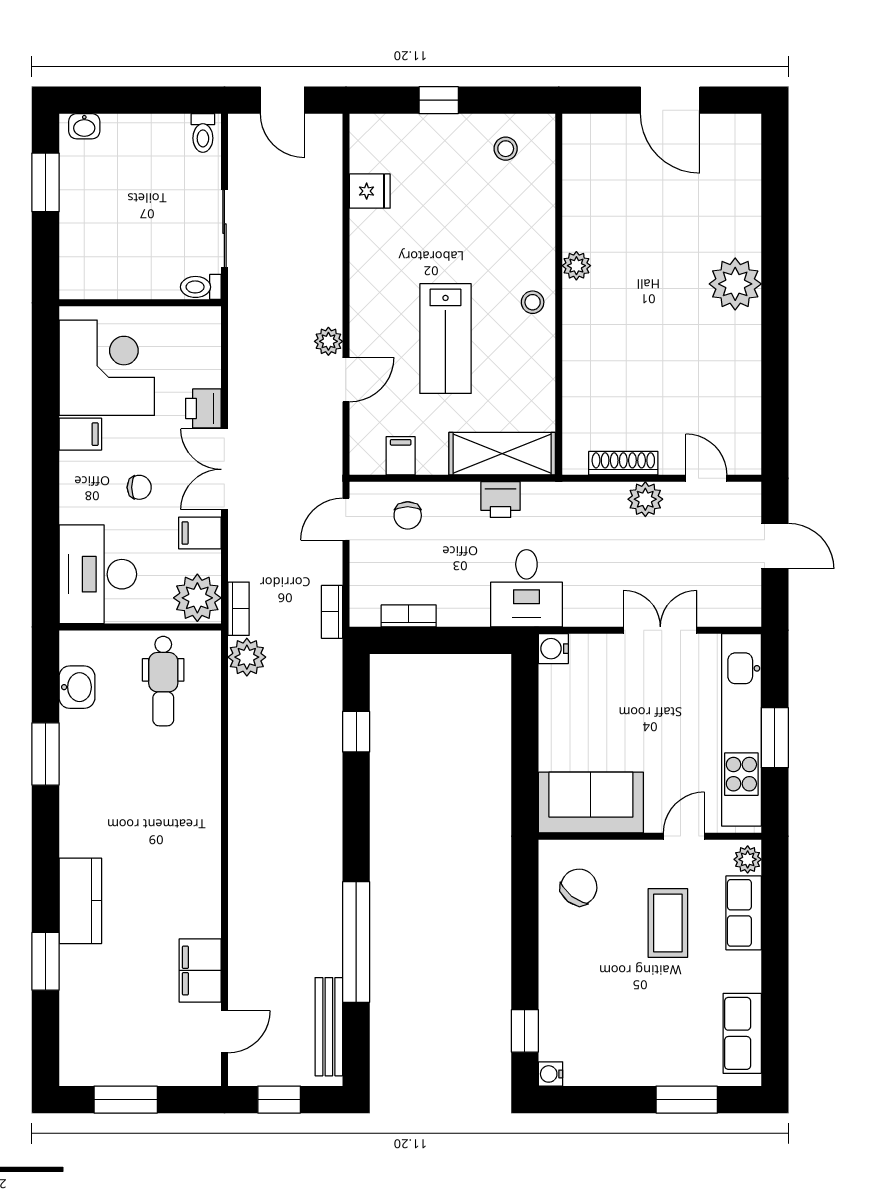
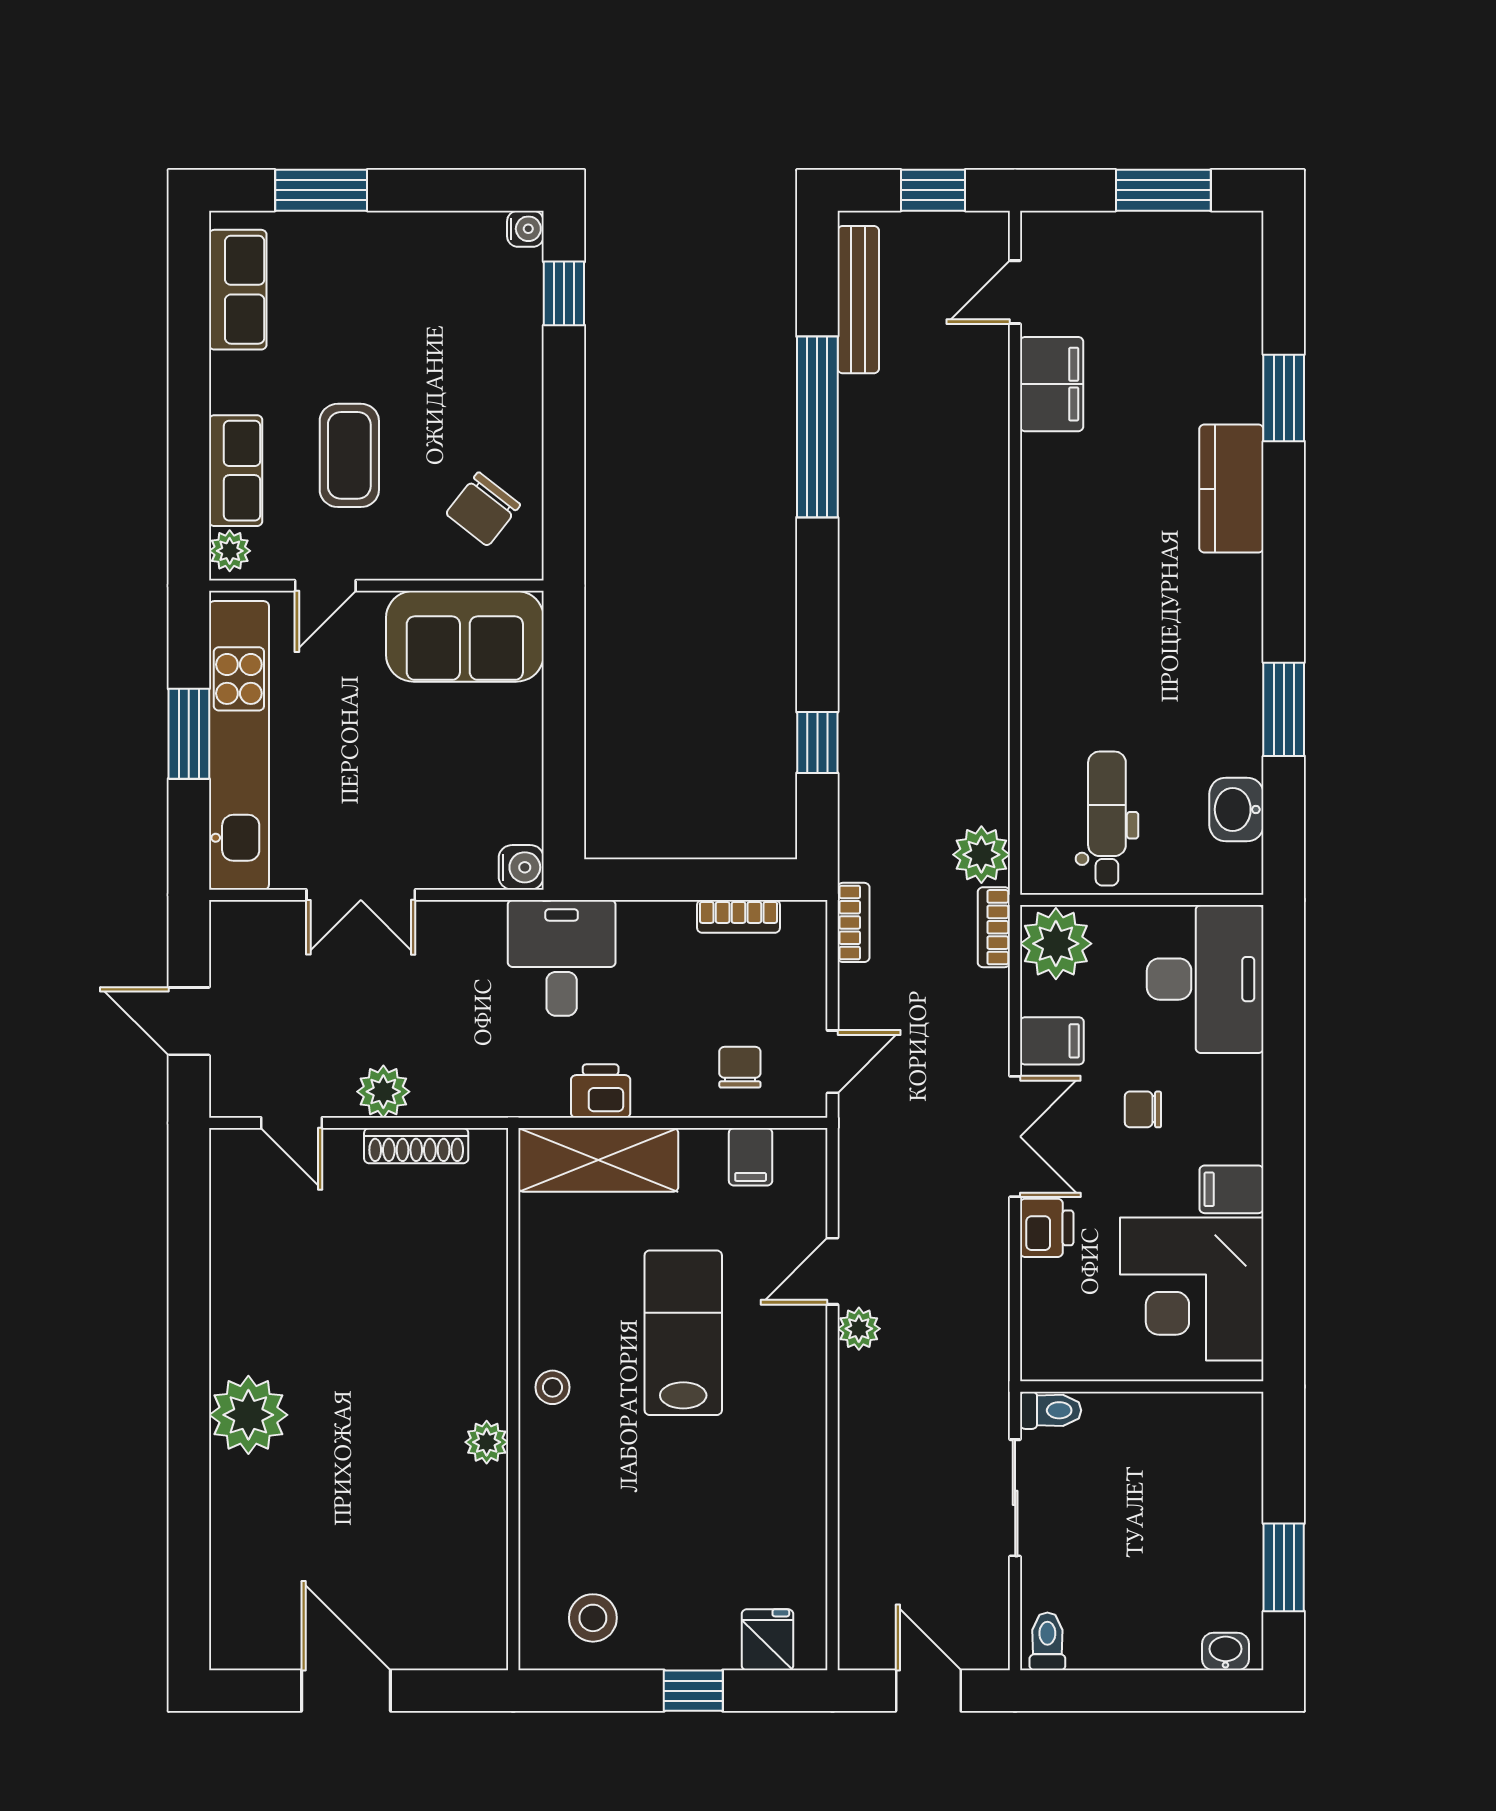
stool: (506, 149) -> (593, 1618), width x1.37, depth x1.37
fridge: (370, 191) -> (767, 1640), moved, turned 90

